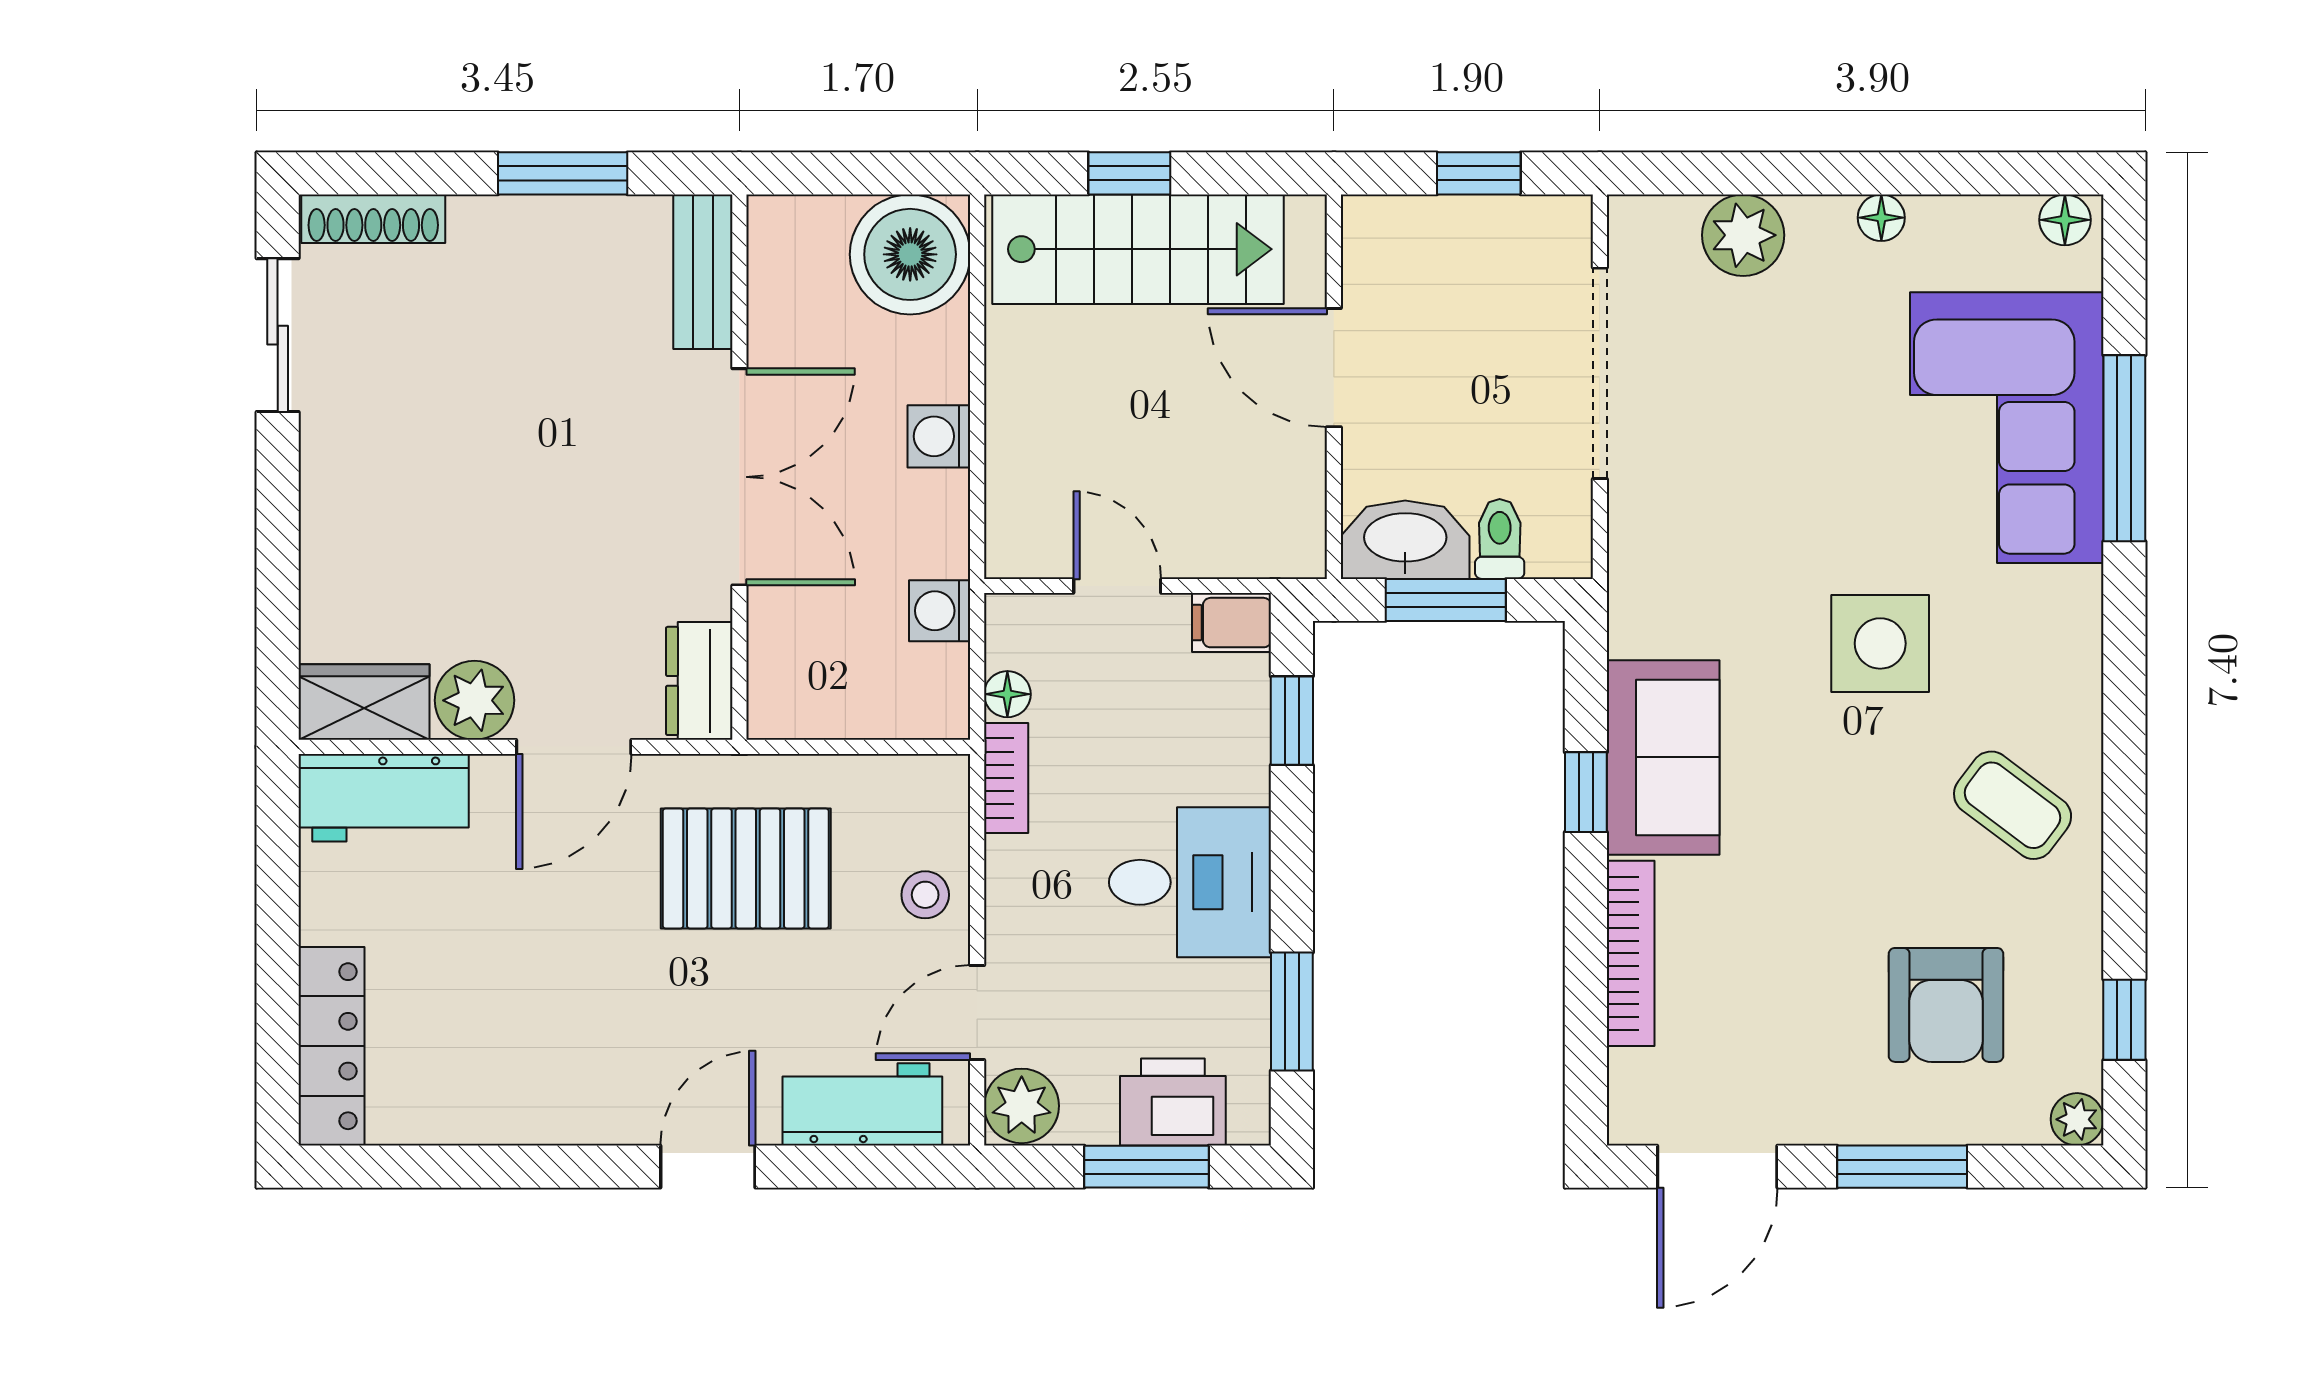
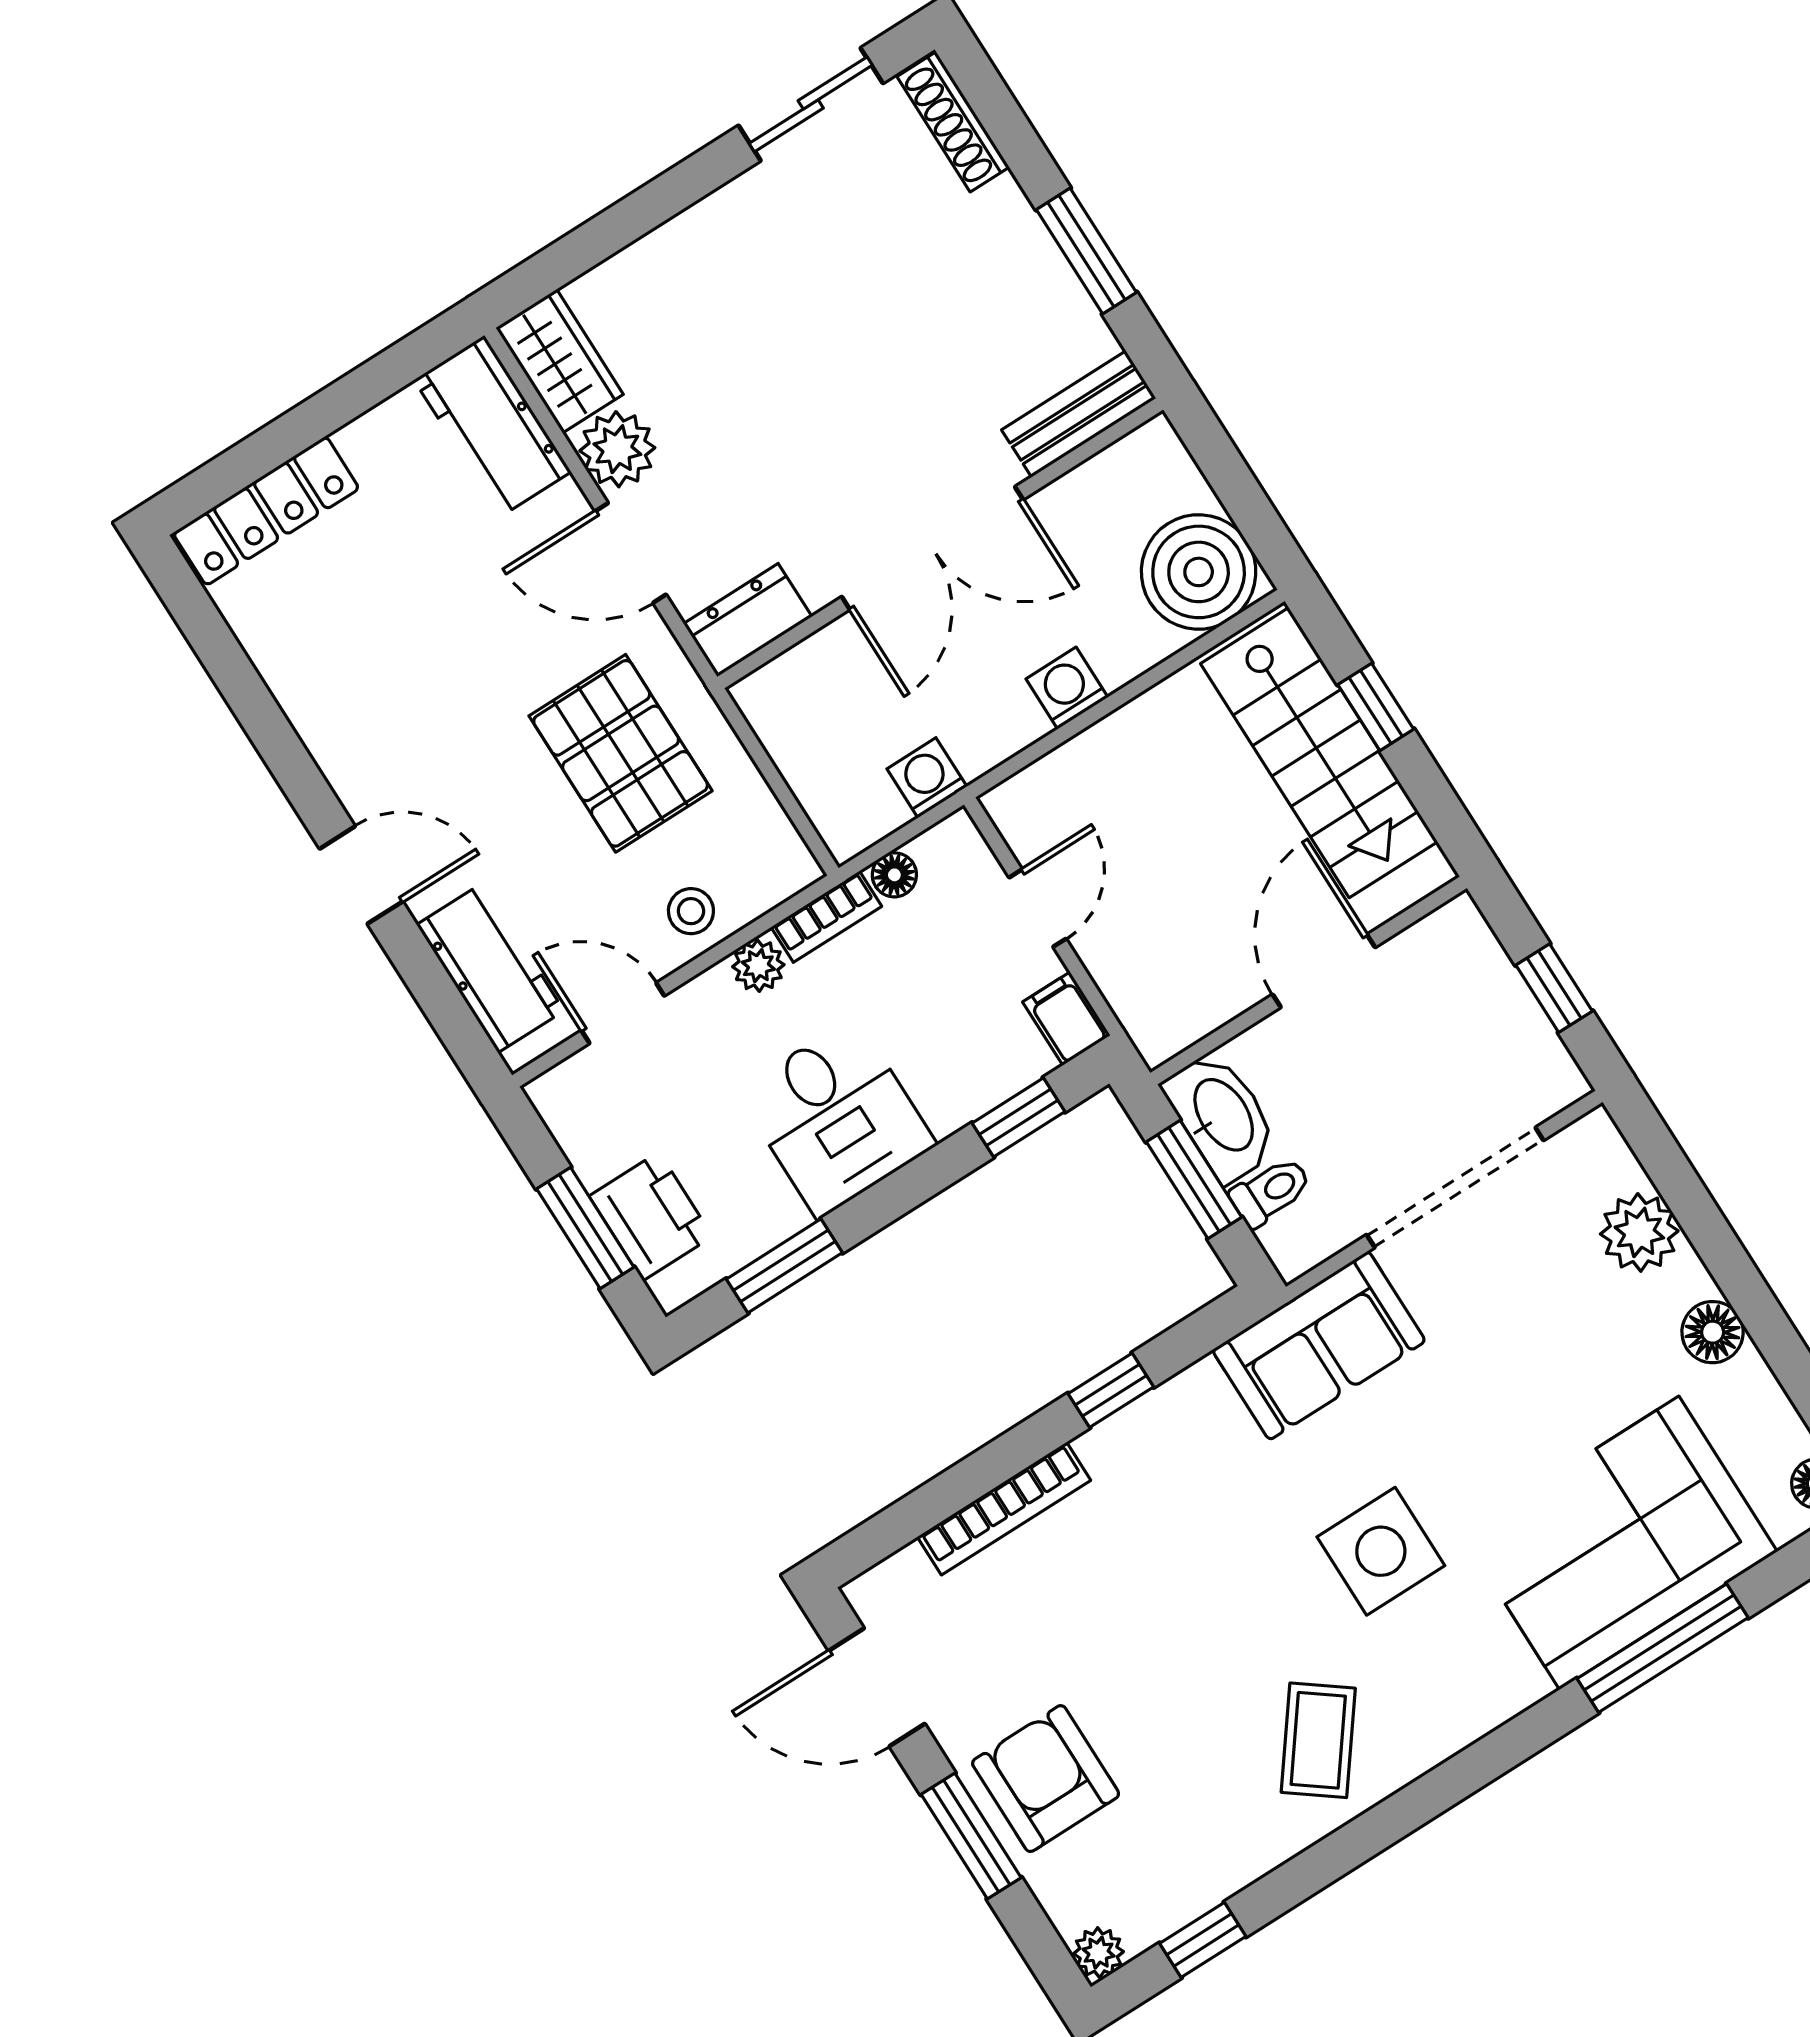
floor lamp: (1881, 218) -> (1713, 1332), width x1.37, depth x1.37
sofa: (1663, 757) -> (1319, 1346), moved
armchair: (1946, 1005) -> (1046, 1779), moved, turned 90
plant: (1022, 1106) -> (758, 966), moved, width x0.73, depth x0.73

